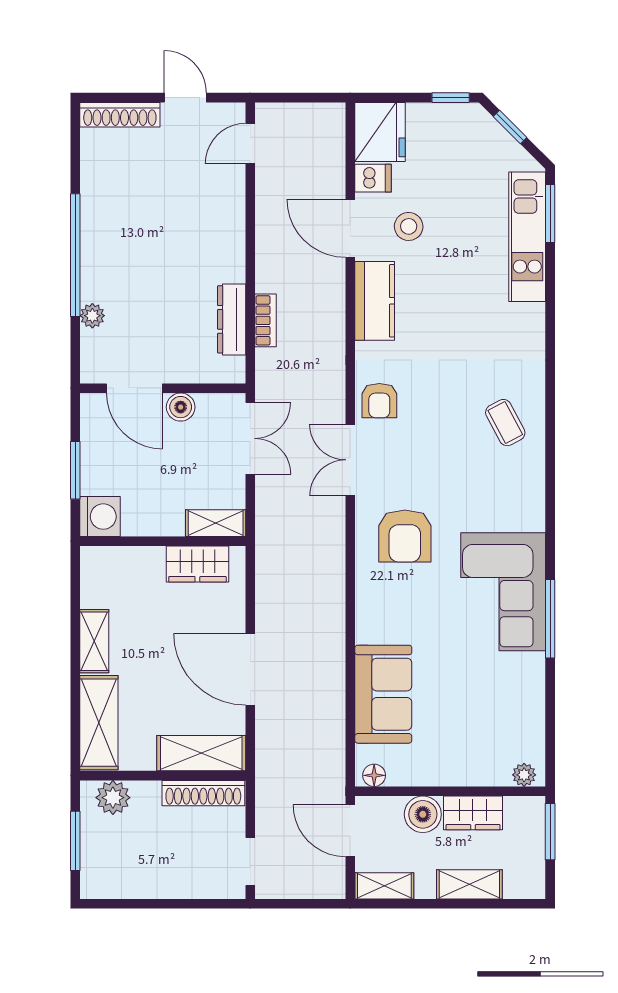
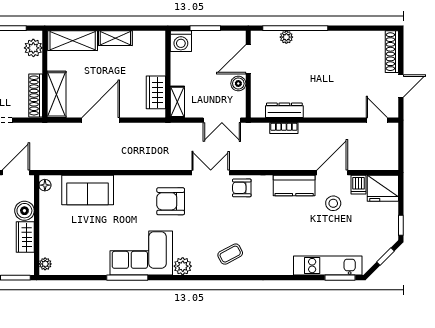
window: (75, 255) -> (295, 28), moved
plant: (528, 513) -> (183, 266), added

